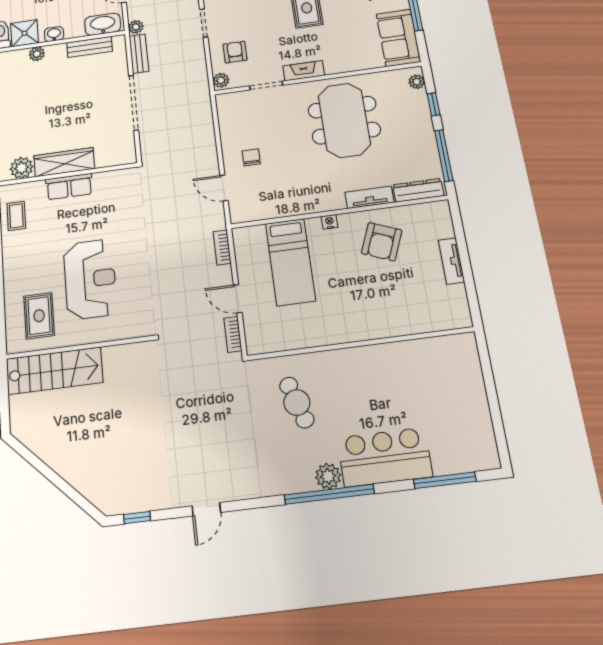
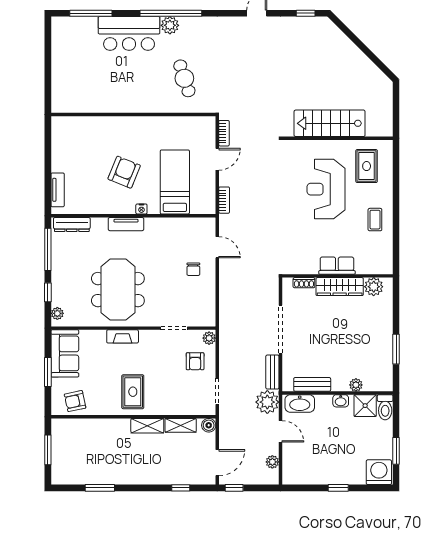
plant: (136, 27) -> (267, 402), width x1.87, depth x1.87
fireplace: (304, 71) -> (123, 336), moved
shoe rack: (109, 161) -> (304, 283), added
tv unit: (369, 197) -> (126, 224), moved
coffee table: (16, 216) -> (375, 220), moved
armchair: (382, 242) -> (124, 172), moved
tv unit: (451, 261) -> (58, 190), moved
door: (238, 299) -> (217, 159), hinge flipped
stairs: (54, 371) -> (330, 123), moved

